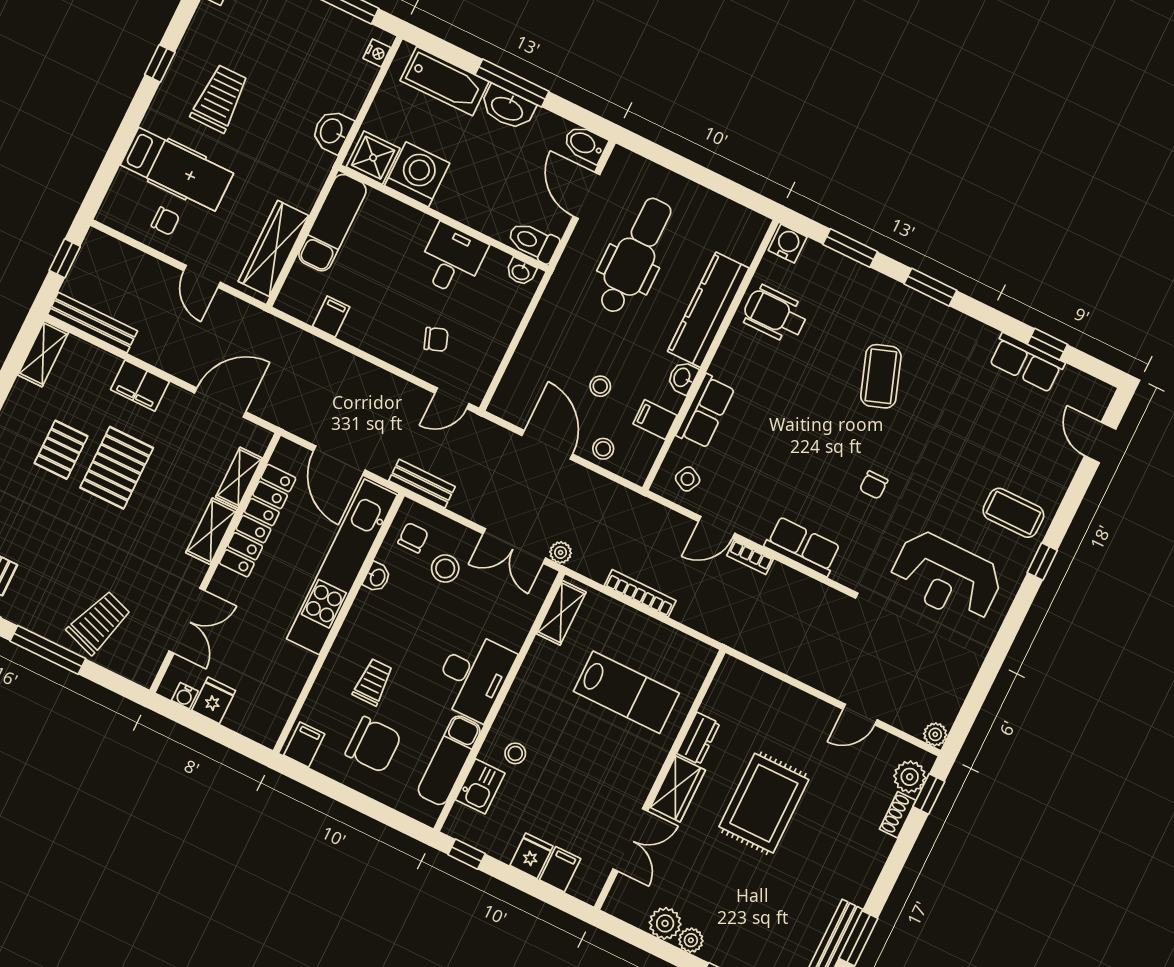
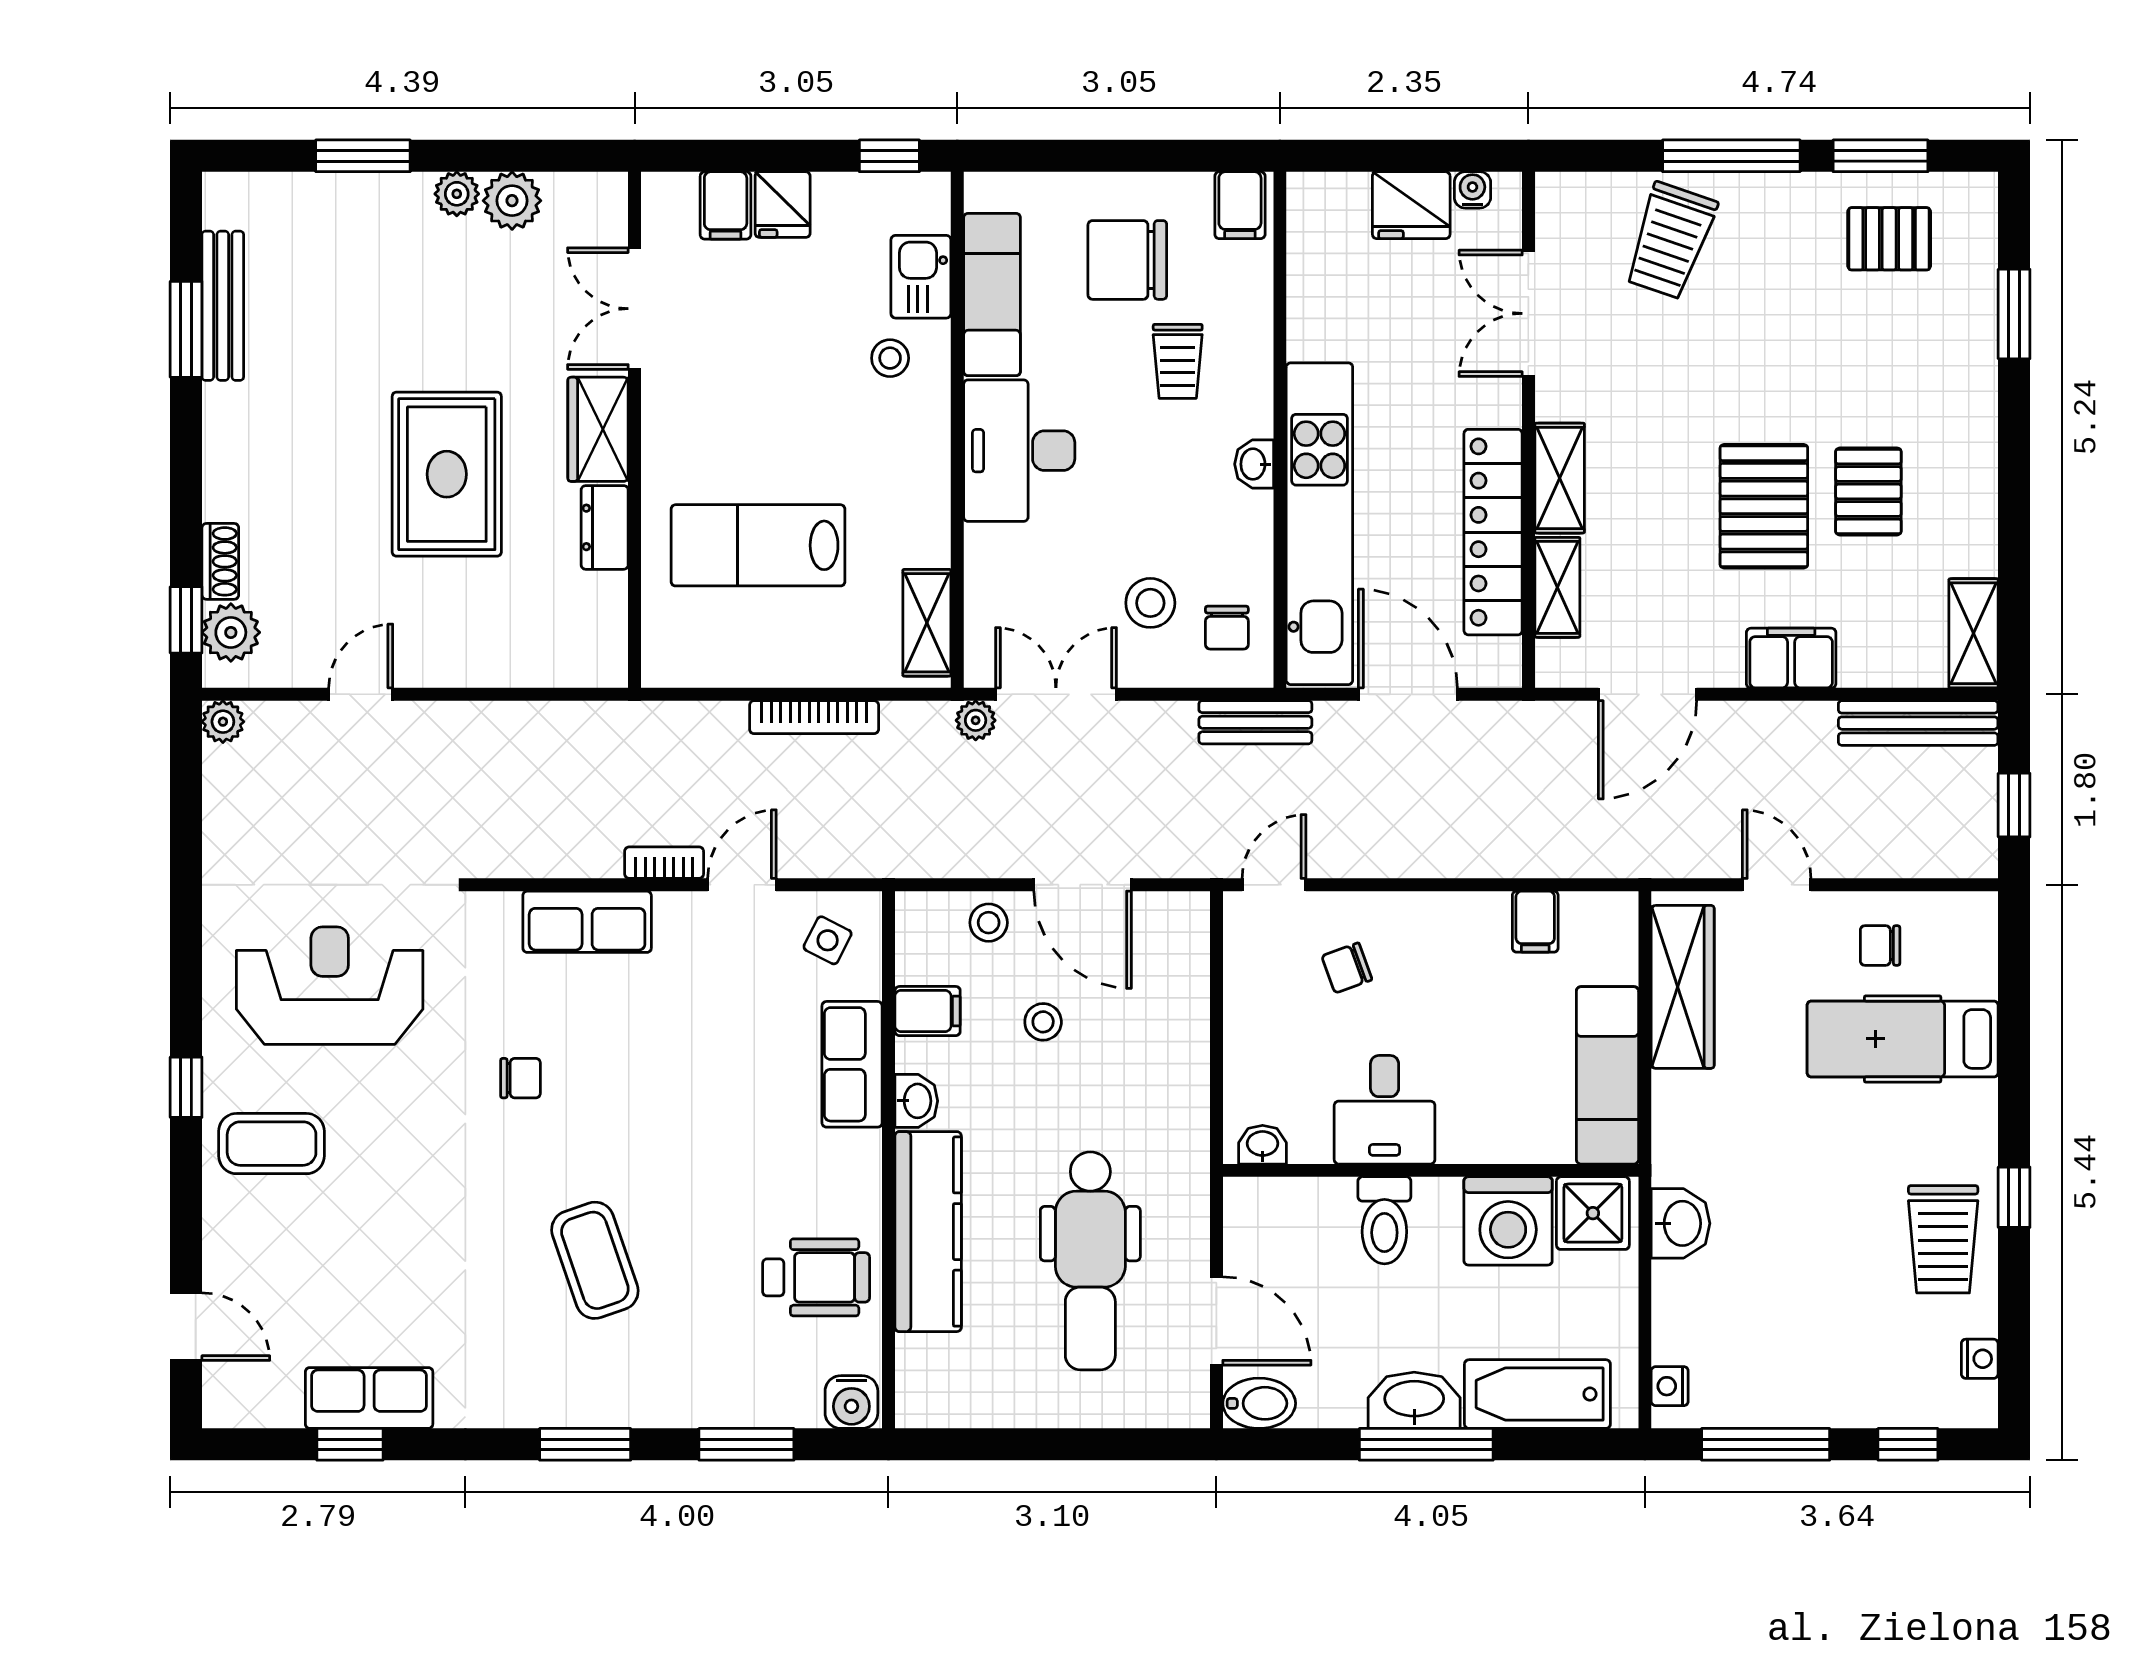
trolley: (220, 98) -> (1943, 1239), moved
toilet: (533, 242) -> (1384, 1220), moved, turned 90
chair: (874, 485) -> (520, 1078), turned 90
washbasin: (377, 577) -> (1254, 464), moved
fridge: (214, 700) -> (1411, 205), width x1.38

